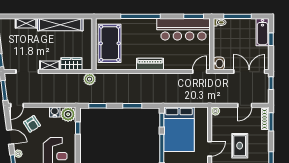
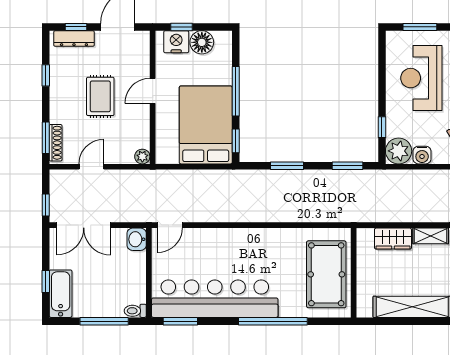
bar counter: (183, 29) -> (215, 299), width x1.36
piano: (150, 64) -> (256, 238), removed
plant: (90, 79) -> (361, 212), removed

